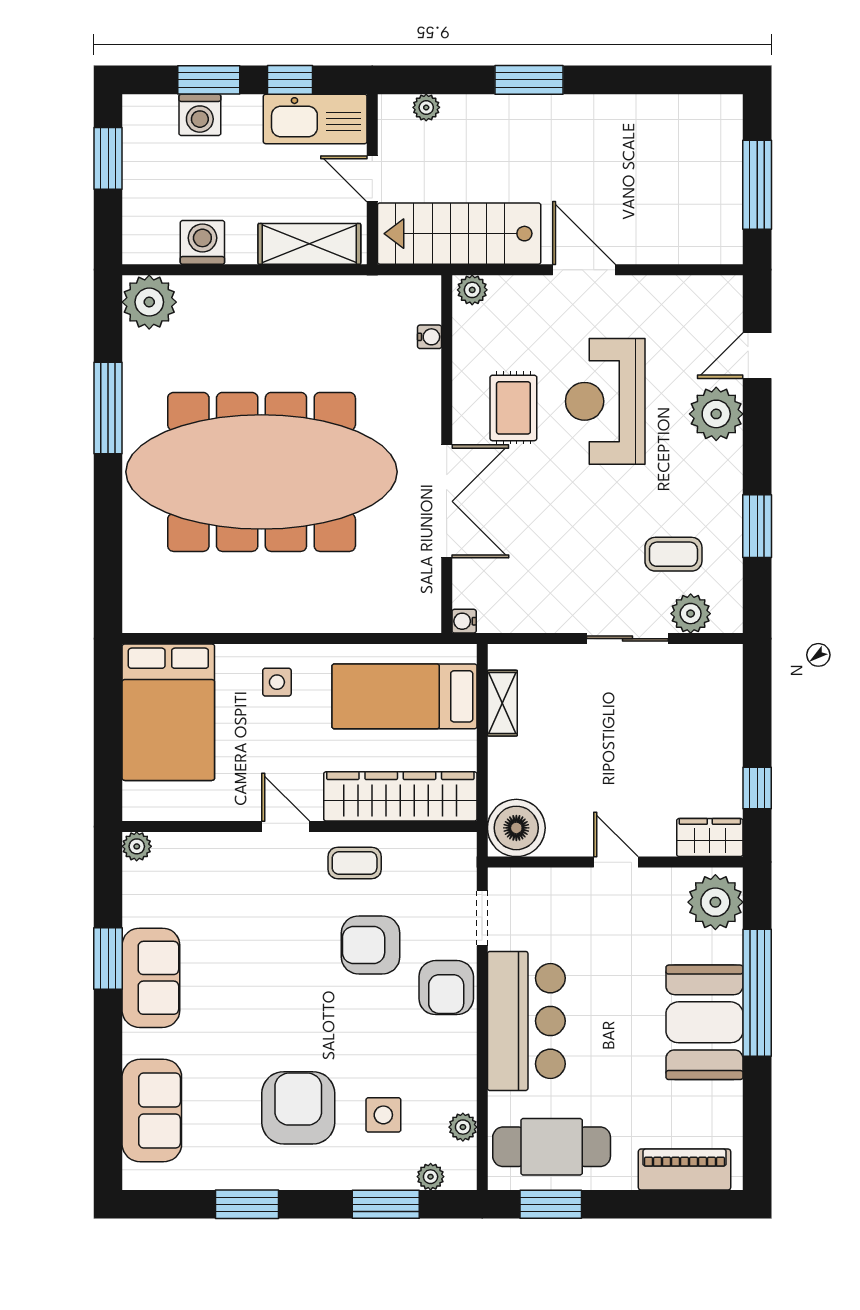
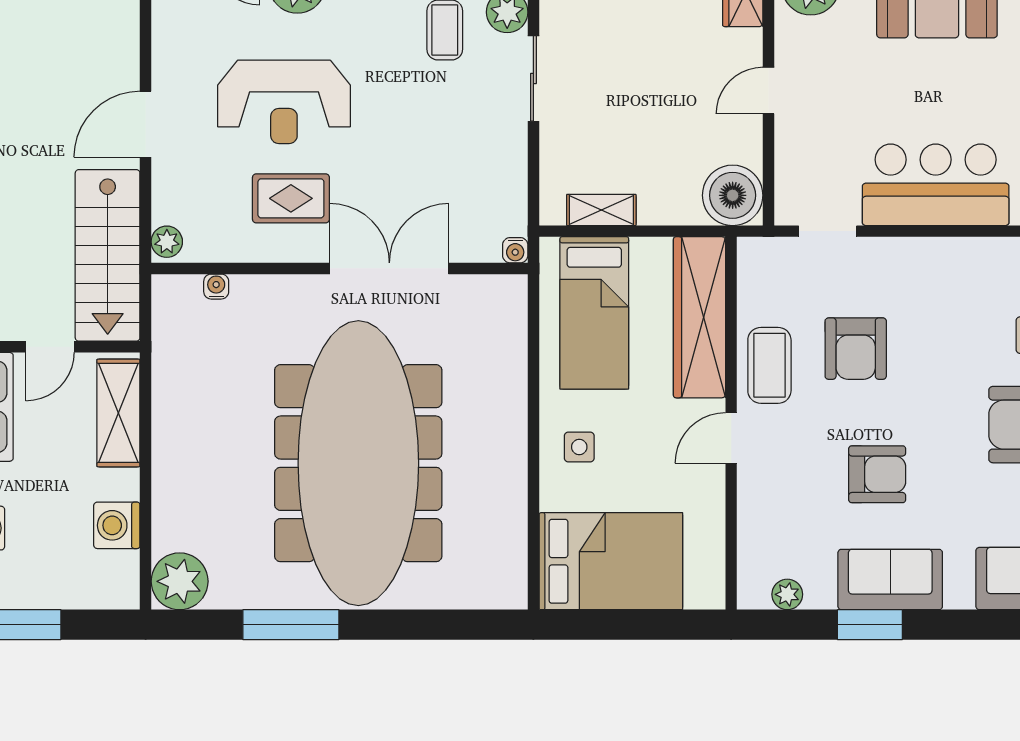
plant: (137, 846) -> (787, 594), moved
coffee table: (355, 863) -> (769, 365), width x1.36, depth x1.30
armchair: (446, 988) -> (877, 474), moved

